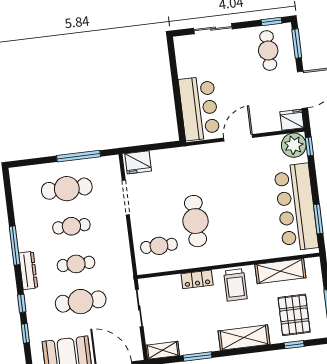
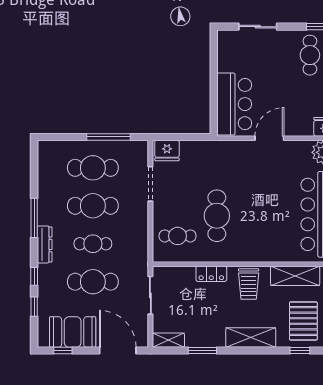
cafe table: (71, 226) -> (93, 206), width x1.37, depth x1.35

